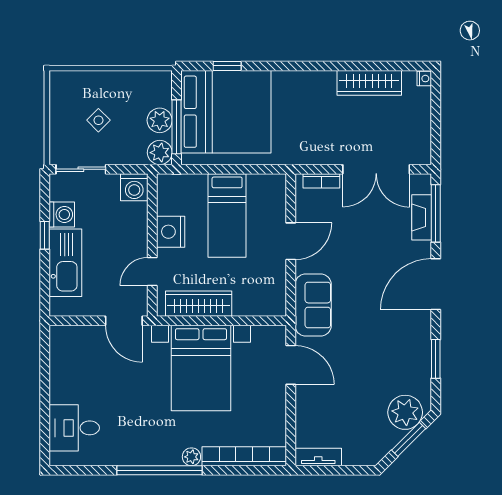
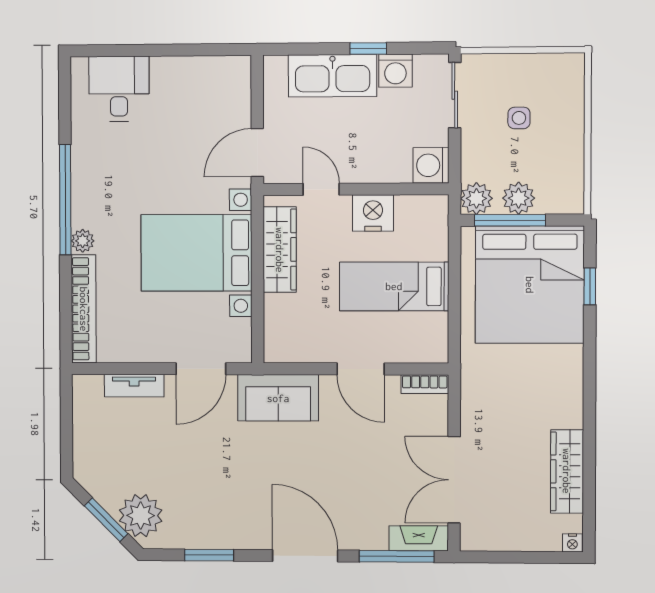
side table: (98, 120) -> (519, 118), turned 45
bookcase: (321, 181) -> (425, 384), moved, turned -90
fireplace: (422, 217) -> (419, 538), moved
tv unit: (318, 457) -> (134, 386), moved, turned 90

